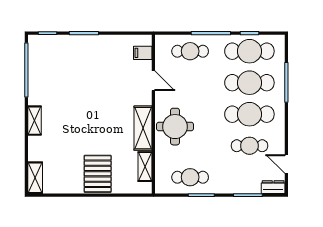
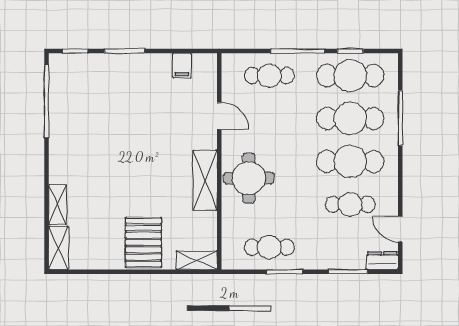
filing cabinet: (143, 53) -> (182, 66), moved, turned -90
shelving: (35, 121) -> (58, 205), moved
shelving: (145, 167) -> (197, 260), moved, turned 90

